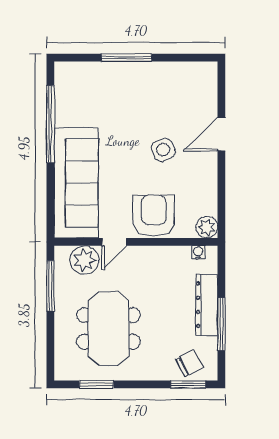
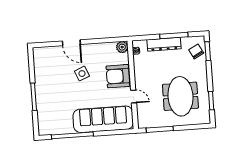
plant: (84, 260) -> (145, 112), removed
meeting table: (109, 328) -> (180, 96), turned 90

